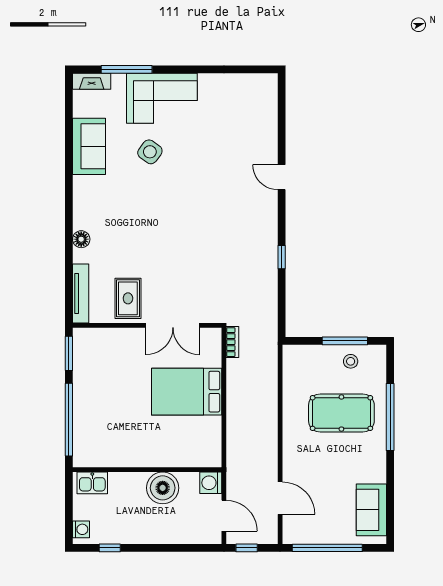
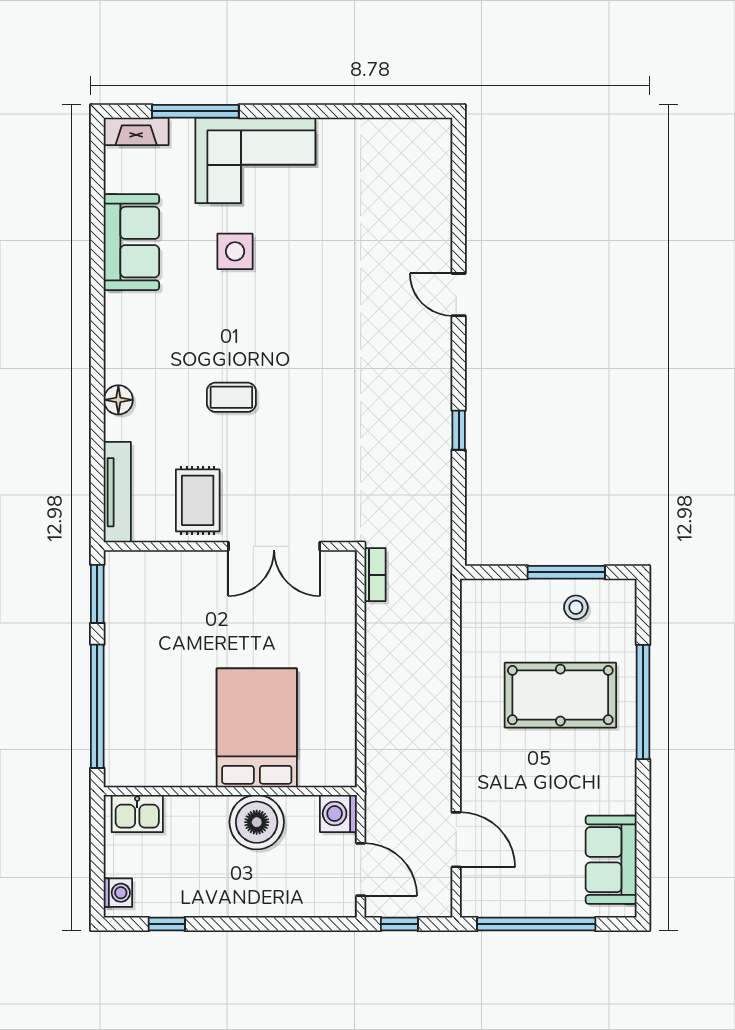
side table: (150, 152) -> (235, 251), turned -36
coffee table: (148, 238) -> (231, 397), added
bed: (187, 392) -> (257, 728), moved, turned 90

